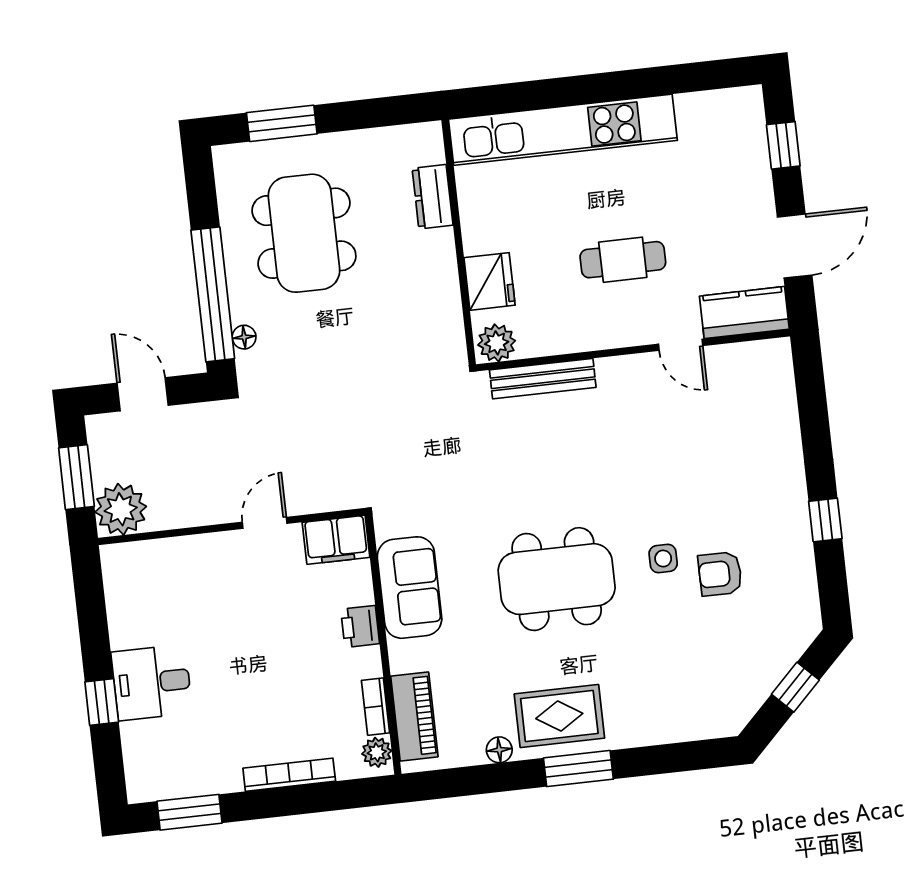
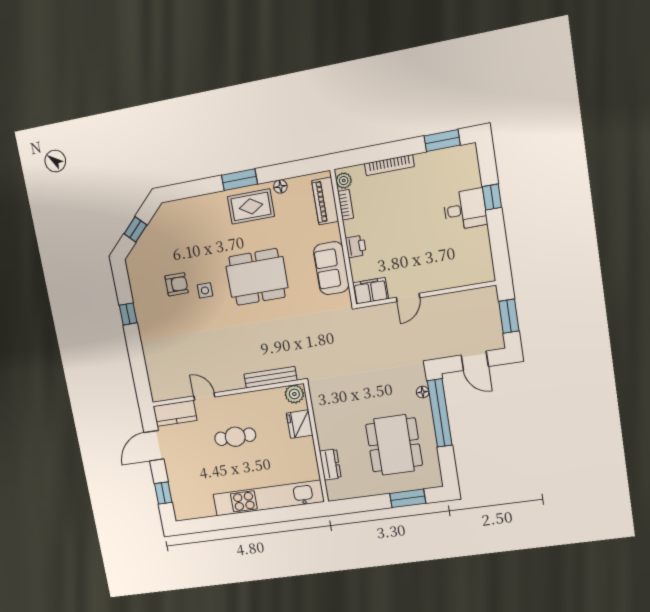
plant: (121, 509) -> (485, 301), removed

